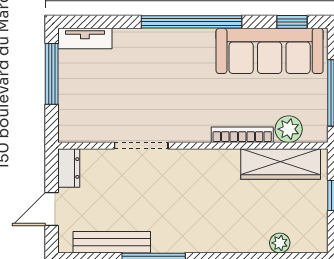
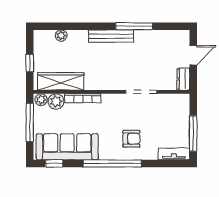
armchair: (158, 65) -> (131, 139), added
plant: (315, 132) -> (41, 100), added
bench: (112, 242) -> (111, 36), moved

